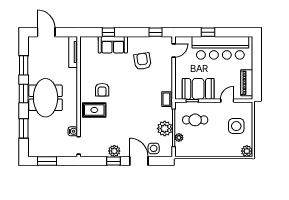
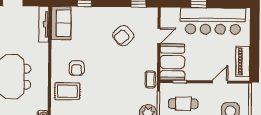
sofa: (113, 45) -> (61, 23), moved, turned -90
door: (174, 50) -> (159, 36), moved
armchair: (142, 61) -> (123, 36), turned -122
booth: (198, 89) -> (172, 62), moved, turned 90

